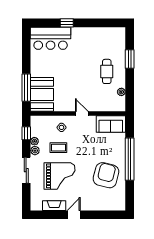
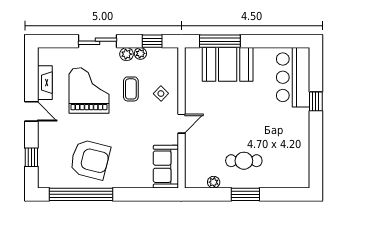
window: (130, 59) -> (245, 194), moved
booth: (42, 94) -> (228, 64), moved
window: (130, 159) -> (81, 194), moved
grand piano: (60, 176) -> (89, 91), turned 180
window: (104, 215) -> (31, 157), added

